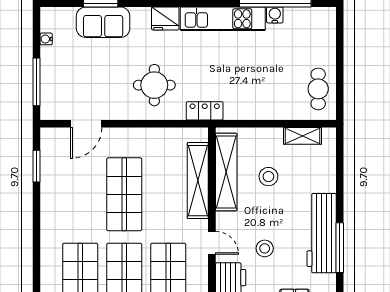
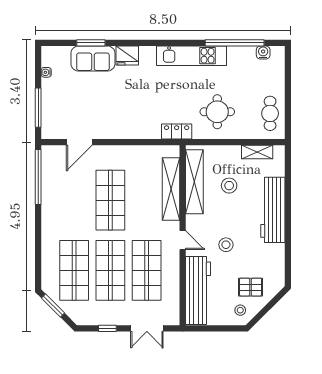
water cooler: (275, 15) -> (263, 53), moved
fridge: (165, 18) -> (127, 55), moved
round table: (154, 85) -> (217, 112), moved
window: (37, 166) -> (38, 177), width x2.11
workbench: (322, 233) -> (273, 210), moved
window: (340, 248) -> (288, 244), removed

